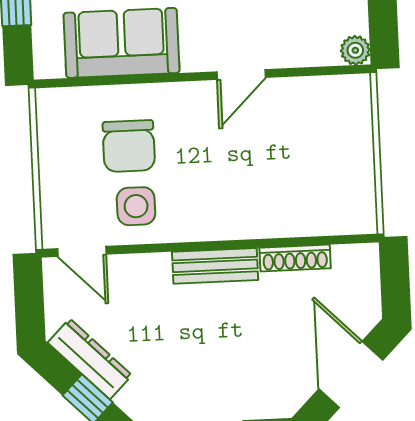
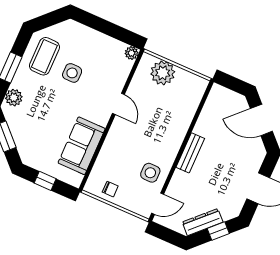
plant: (347, 132) -> (163, 73), added
chair: (129, 146) -> (110, 189), moved, width x0.54, depth x0.54
shoe rack: (295, 258) -> (203, 119), removed

